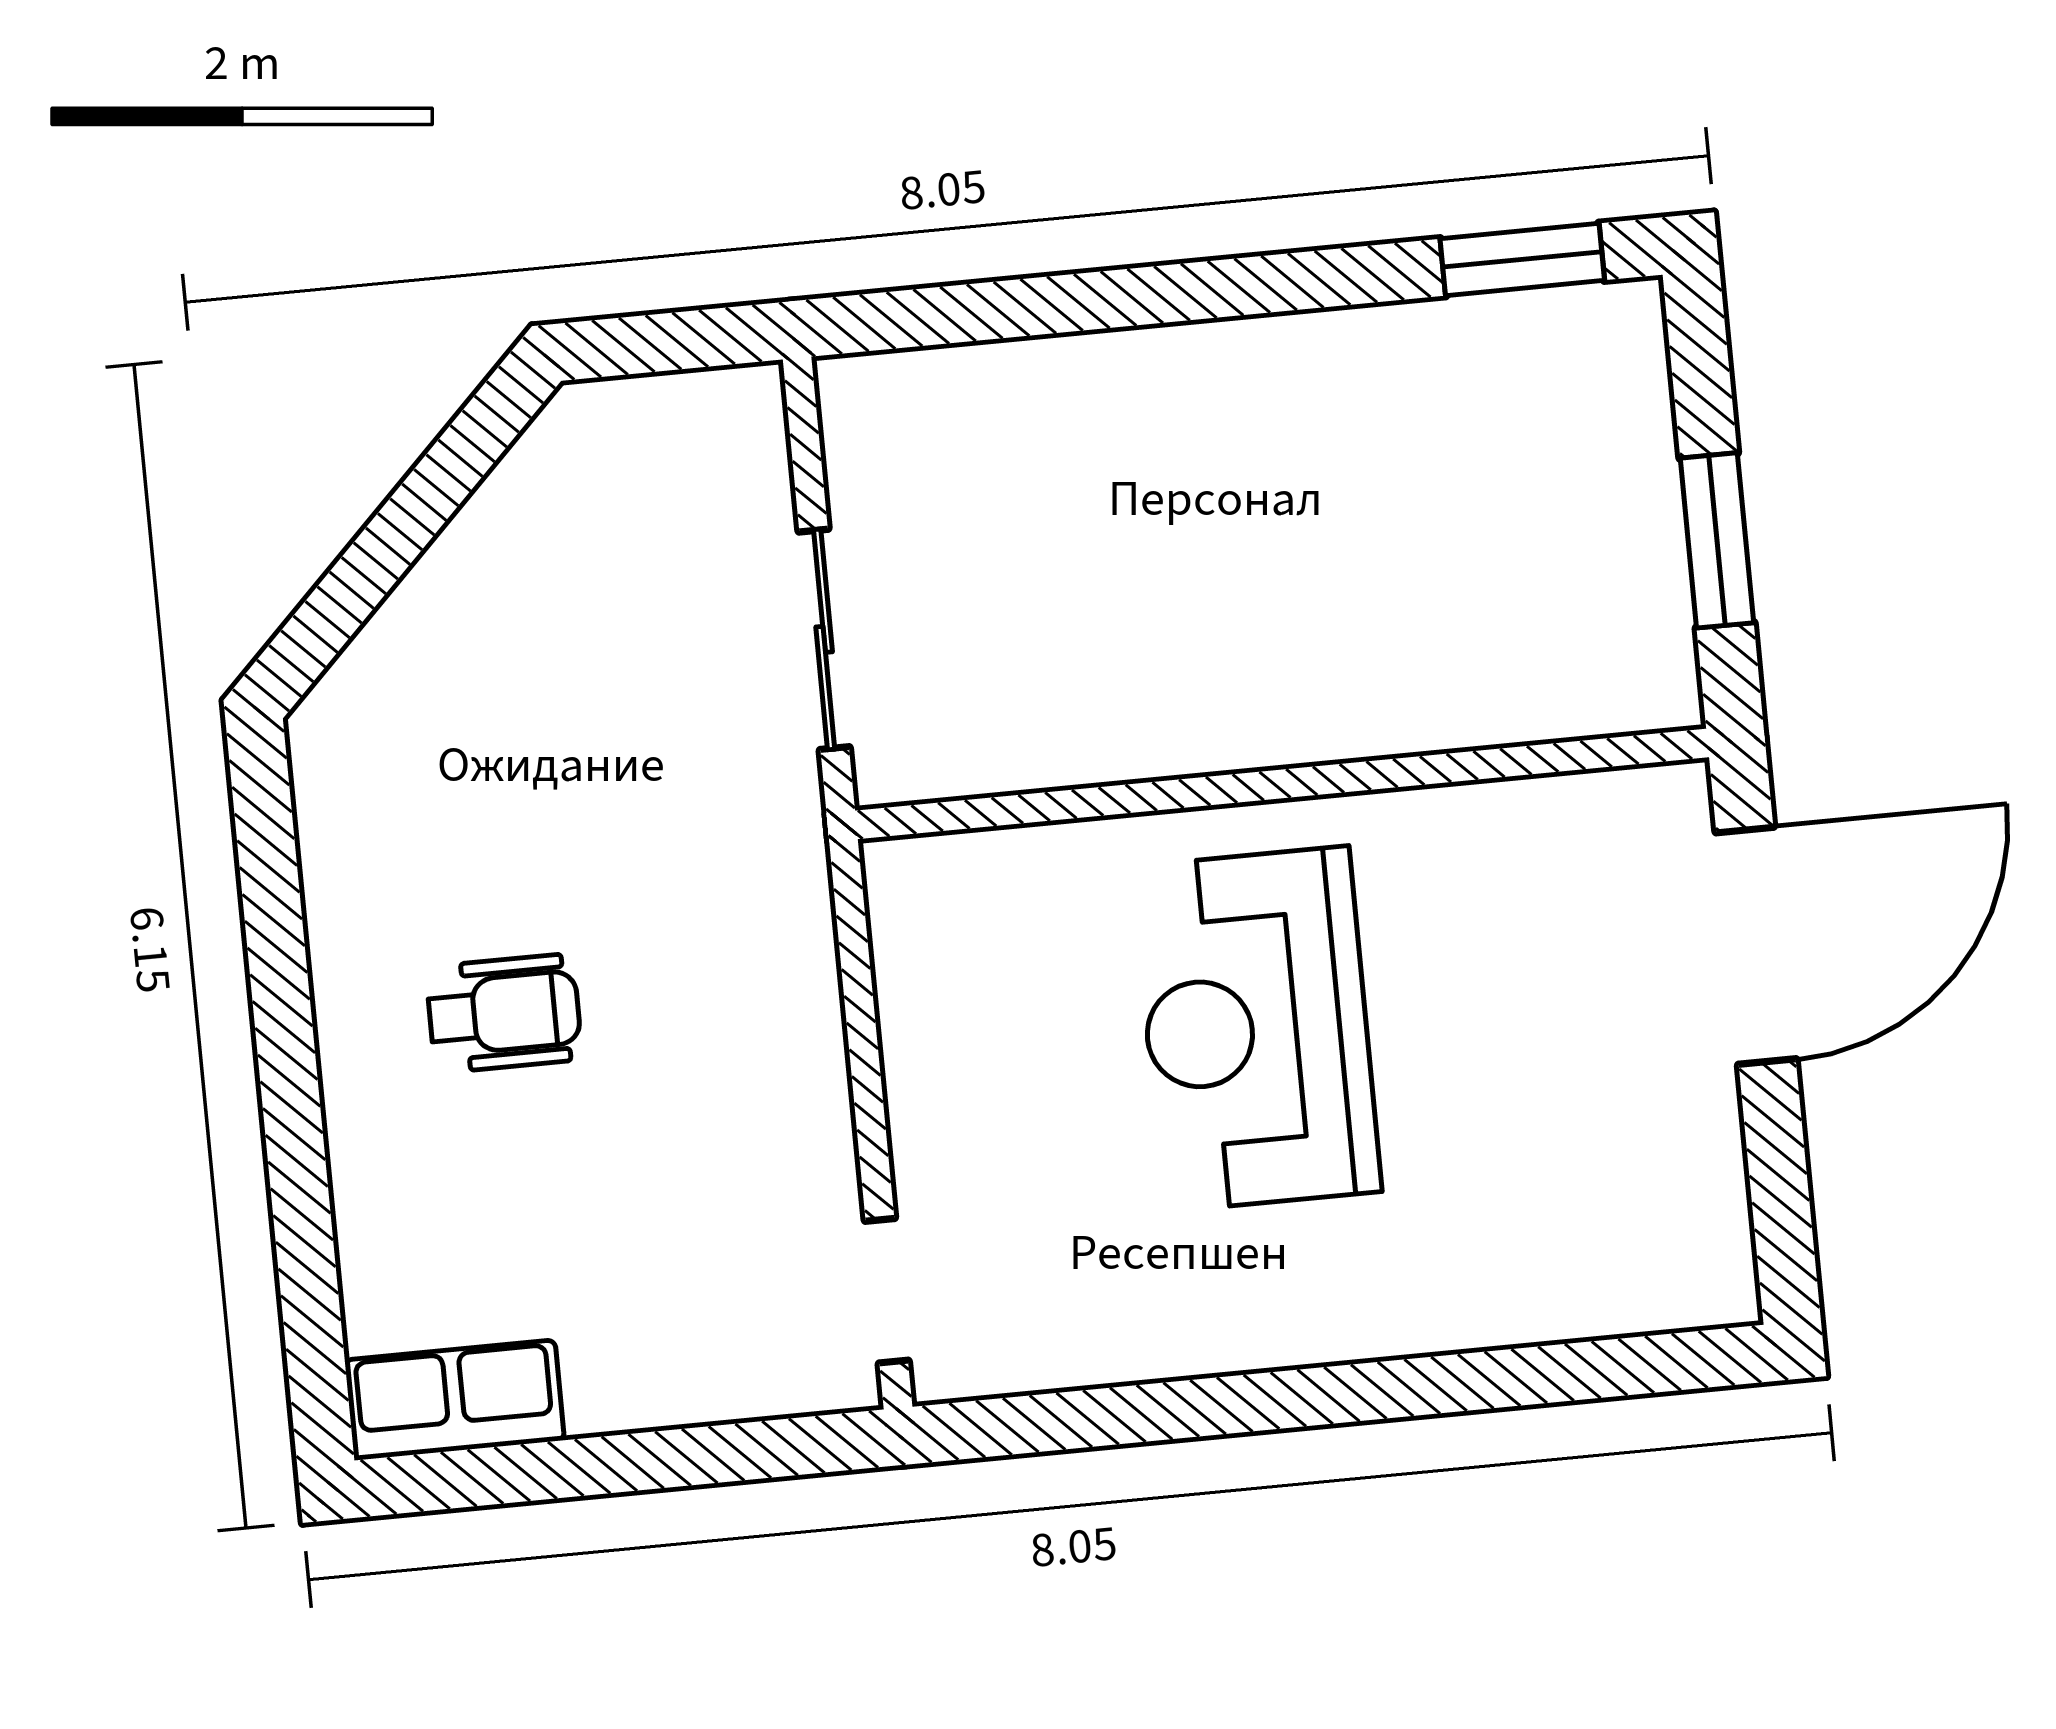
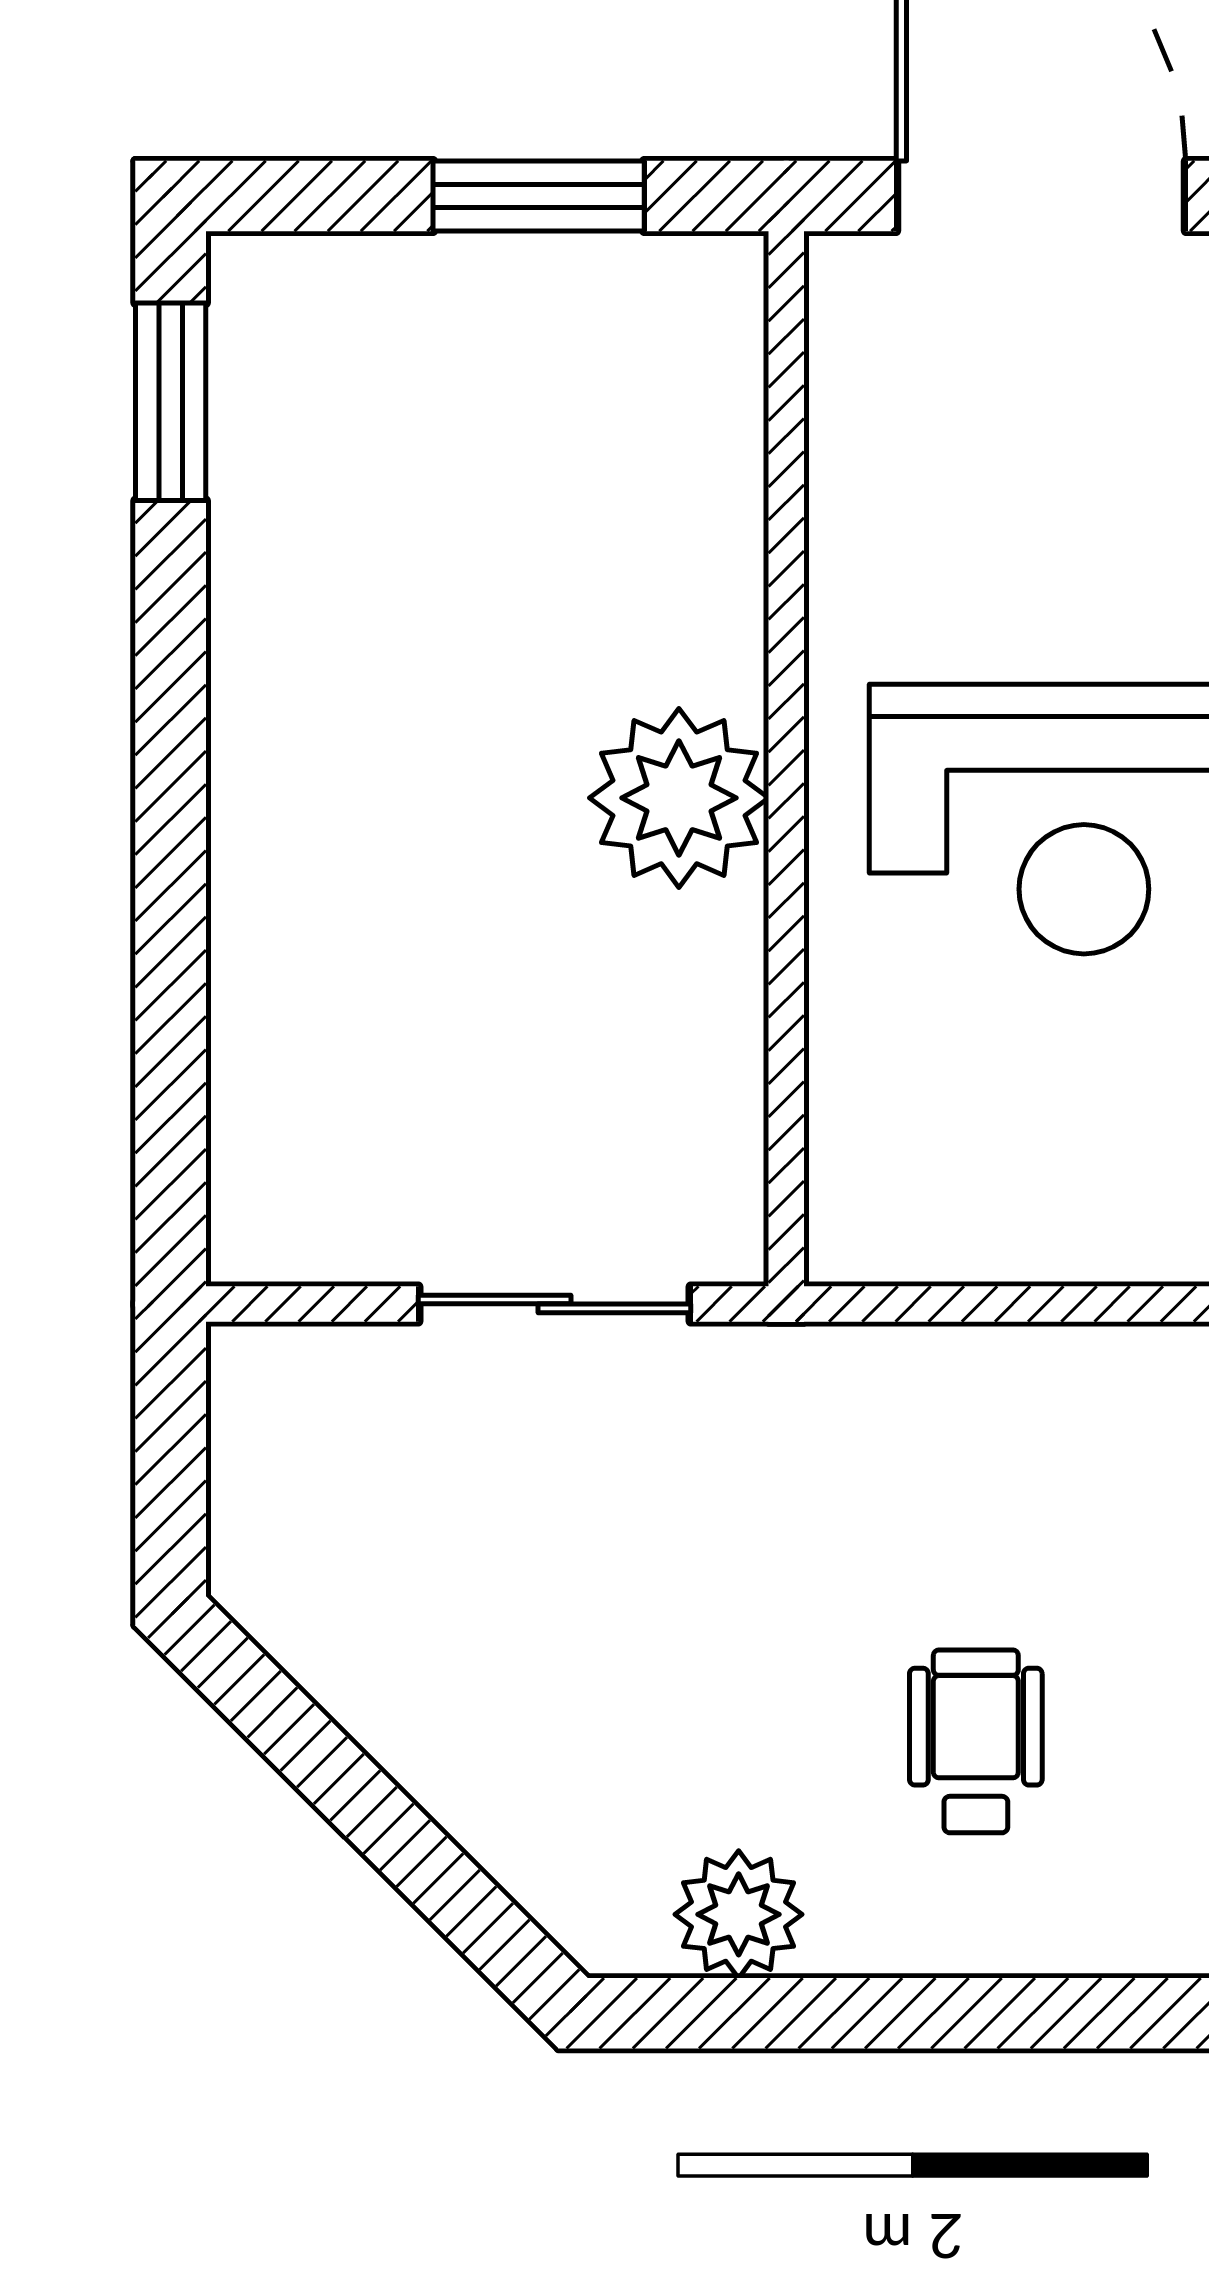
plant: (1242, 700) -> (679, 798), added
plant: (346, 835) -> (739, 1914), added

